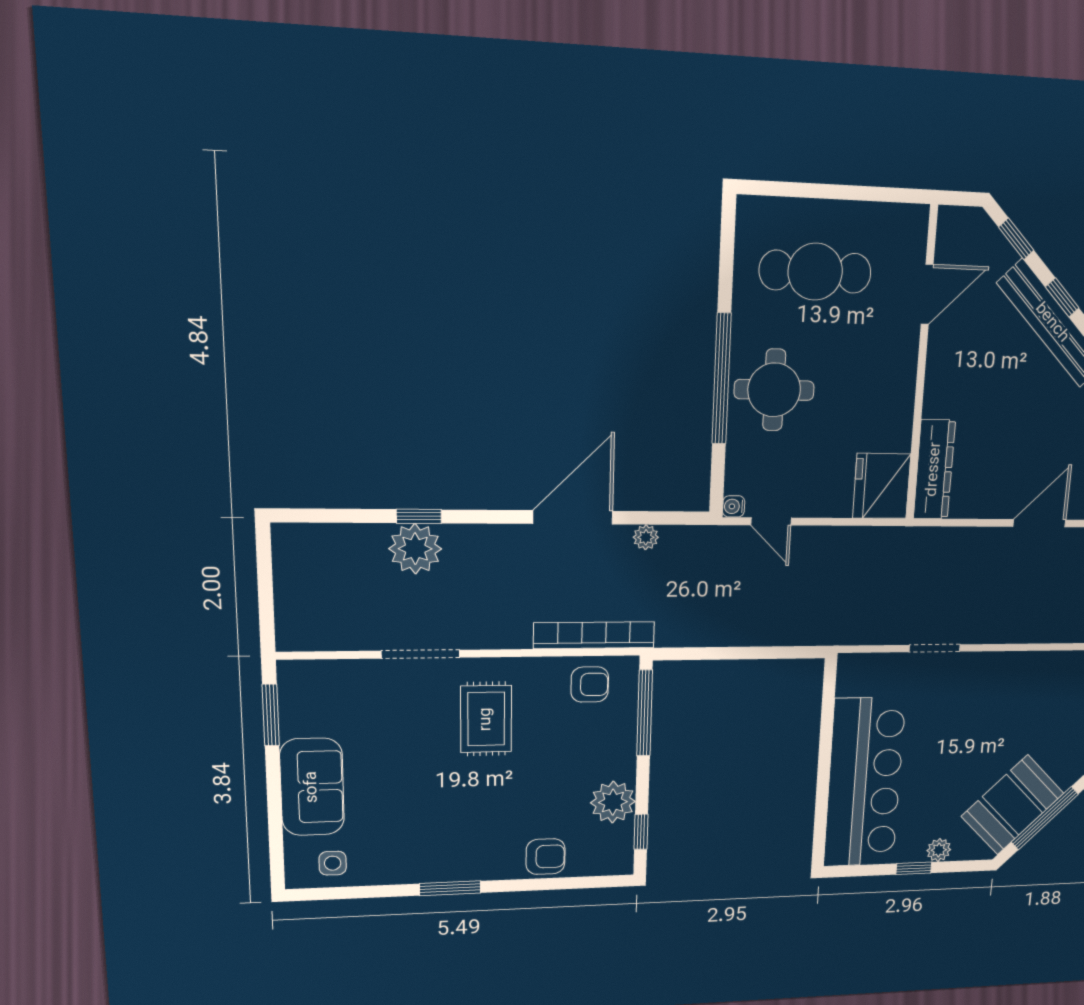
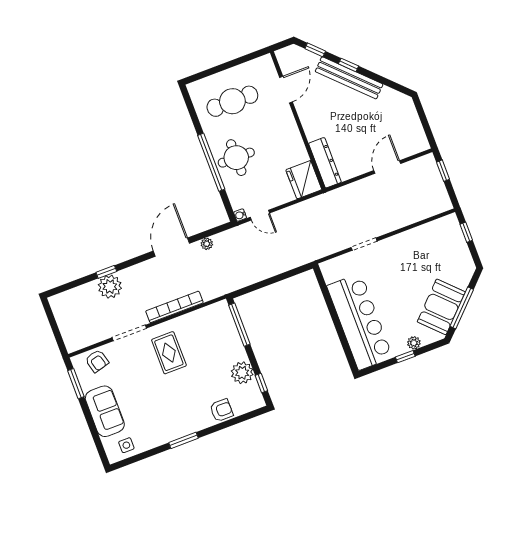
bookcase: (594, 635) -> (174, 307), moved
armchair: (590, 684) -> (97, 361), moved, turned 75

